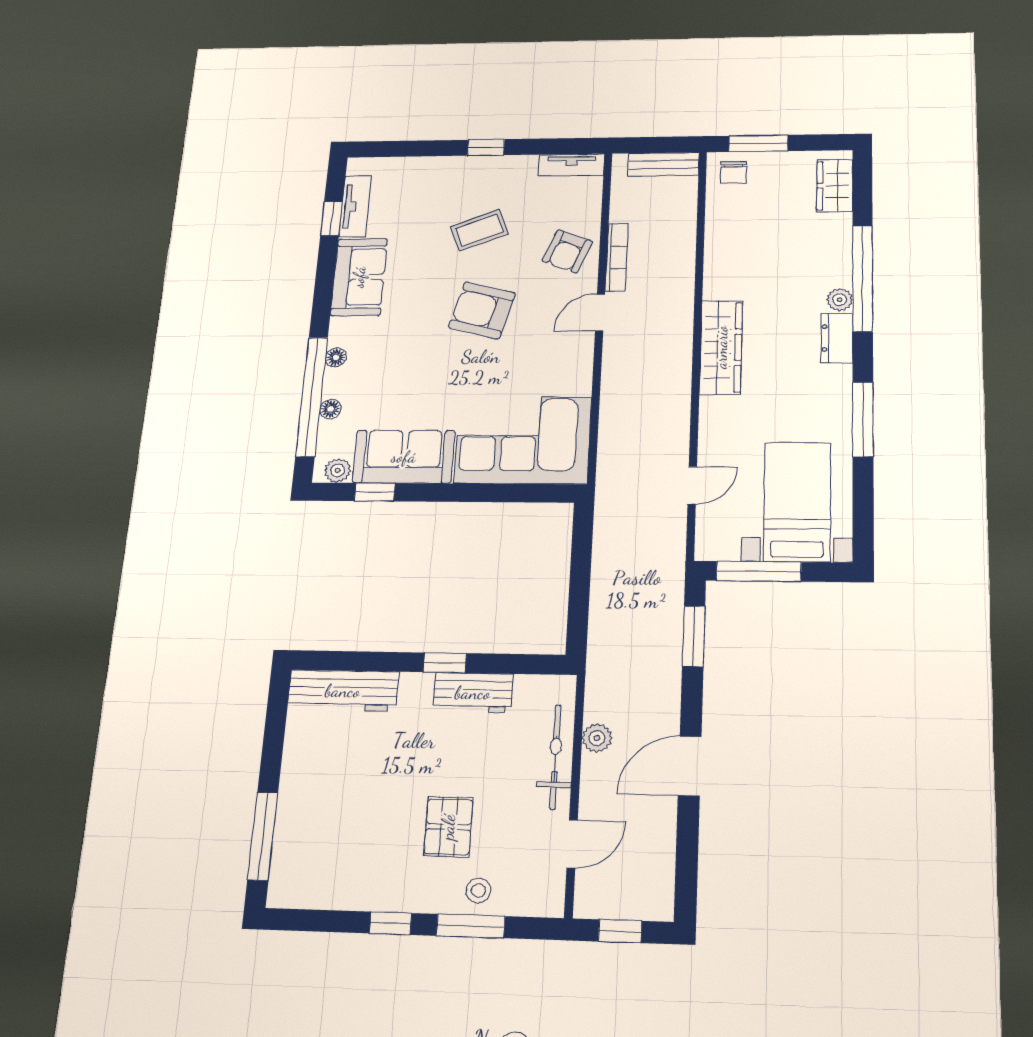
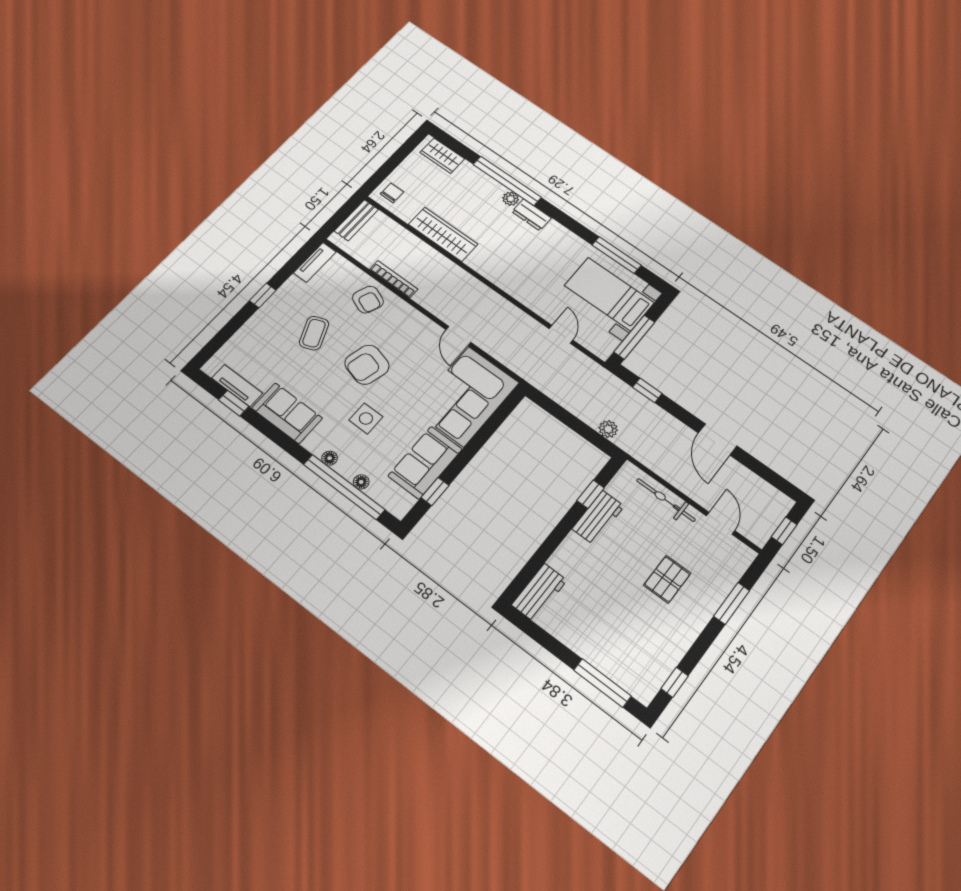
window: (758, 143) -> (385, 171), removed
chair: (733, 172) -> (392, 193), turned -90
door: (600, 312) -> (458, 336), moved
wardrobe: (721, 347) -> (443, 234), moved
side table: (413, 358) -> (366, 418), added
window: (863, 419) -> (617, 255), moved
plant: (338, 470) -> (404, 503), removed
window: (694, 636) -> (647, 390), width x0.67
window: (445, 663) -> (591, 494), moved
workbench: (343, 691) -> (539, 592), width x0.73
plant: (597, 738) -> (608, 429), moved
pallet: (448, 827) -> (667, 579), turned 90
stool: (478, 891) -> (714, 587), removed
window: (390, 923) -> (675, 682), moved

